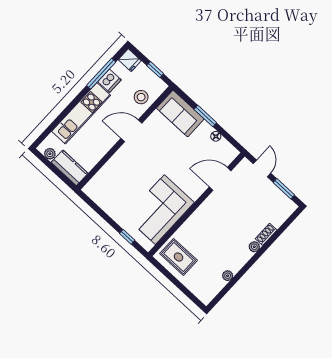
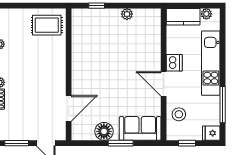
dishwasher: (109, 81) -> (174, 63), moved, turned 180
door: (131, 131) -> (164, 84), swing flipped
floor lamp: (216, 136) -> (104, 131), width x1.89, depth x1.89
plant: (110, 209) -> (127, 14), added
corner sofa: (160, 210) -> (91, 47), removed

